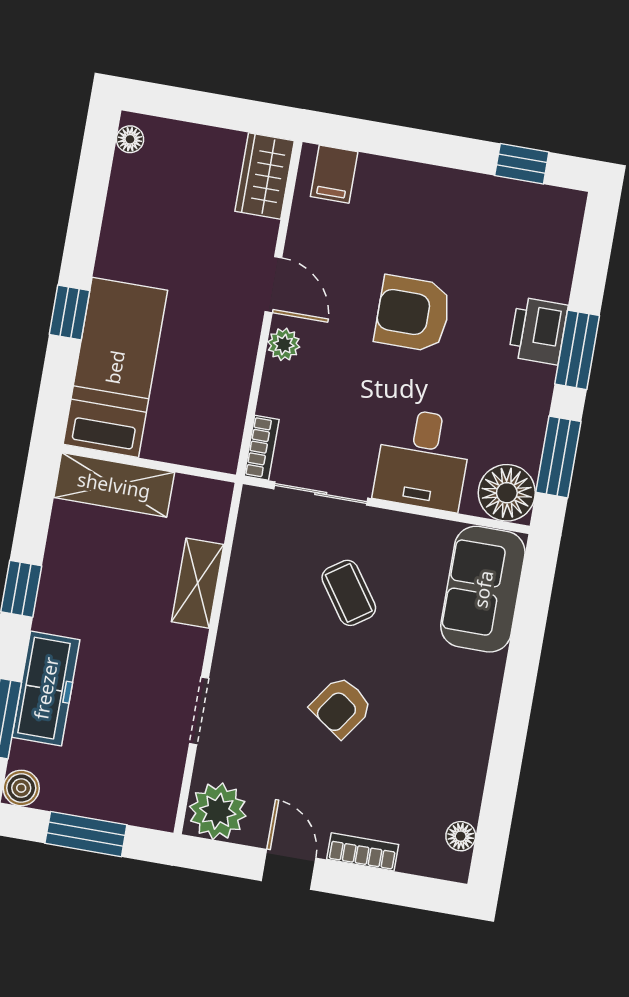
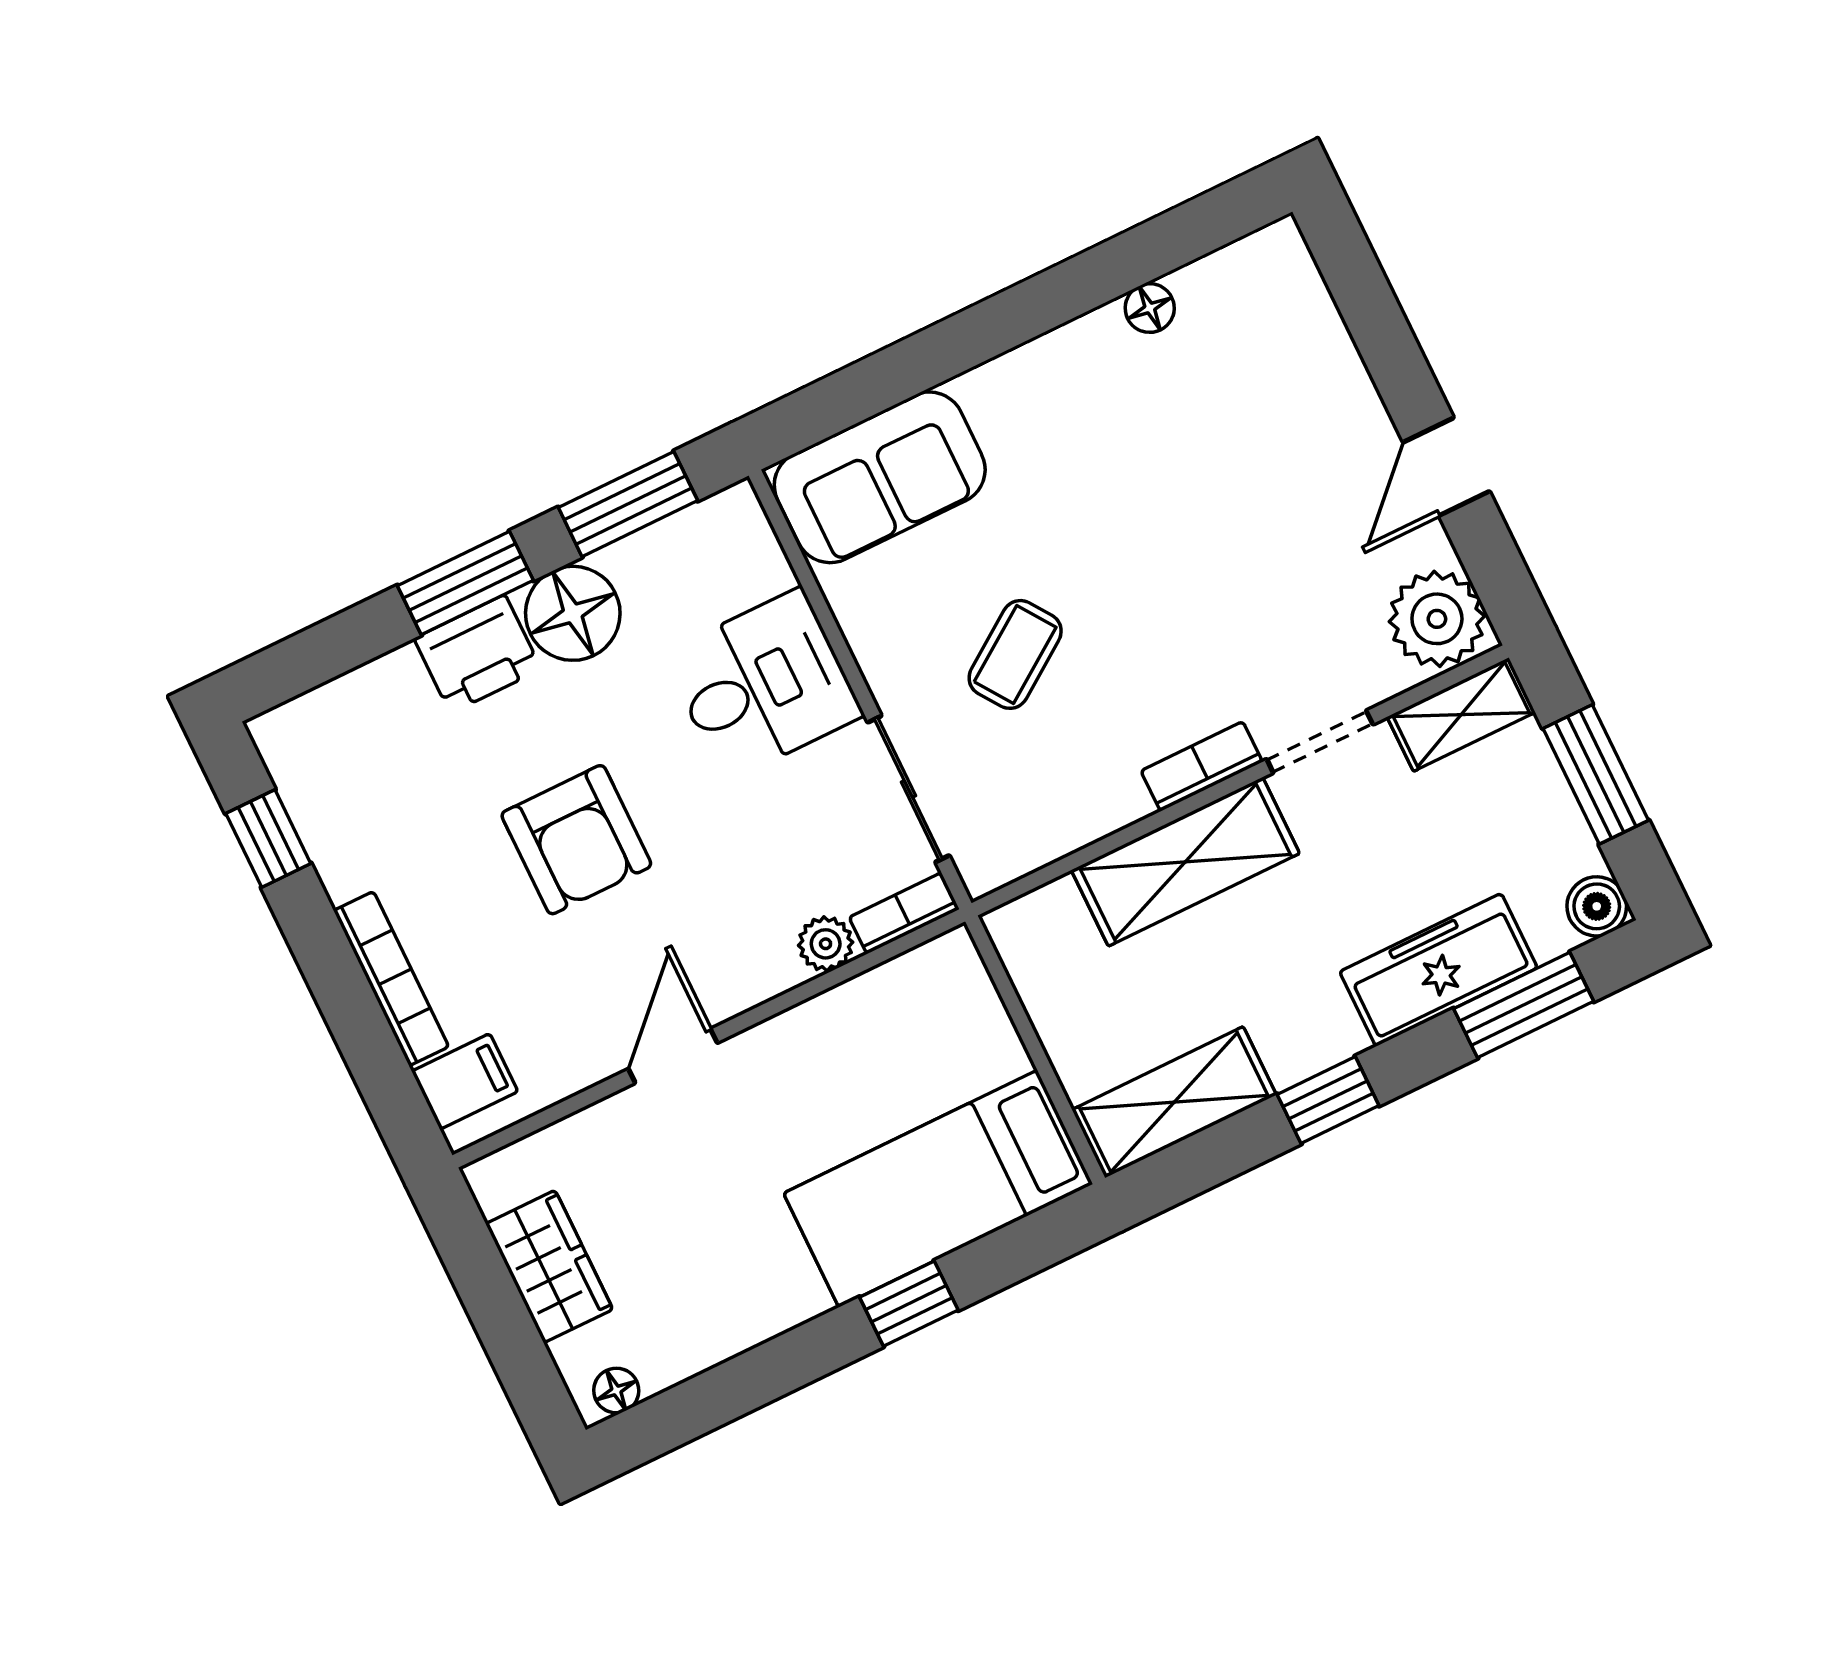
bookcase: (410, 174) -> (391, 979), added
wardrobe: (265, 176) -> (549, 1267), moved, turned -90
plant: (284, 344) -> (826, 944), moved
shelving: (114, 485) -> (1174, 1102), moved, turned 90
floor lamp: (507, 493) -> (573, 613), moved
shelving: (198, 583) -> (1185, 862), width x1.50, depth x1.33
armchair: (341, 707) -> (1176, 554), removed
shelving: (163, 789) -> (1461, 714), added
floor lamp: (461, 836) -> (1150, 308), moved
bookcase: (363, 852) -> (1202, 766), moved, turned 90

